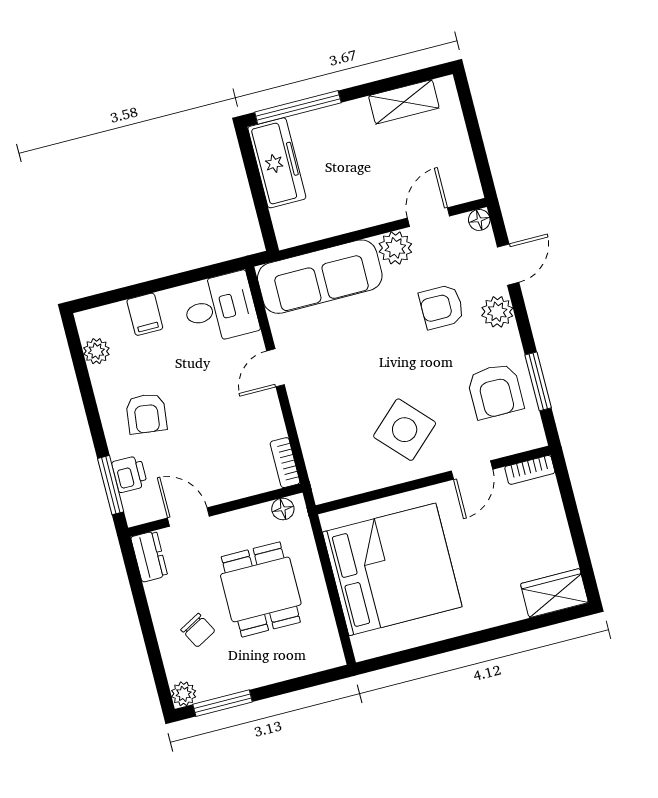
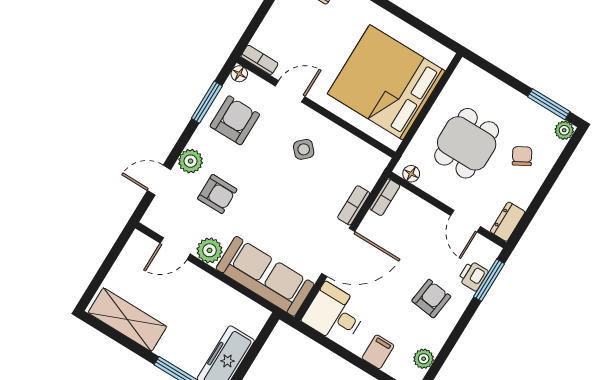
shelving: (404, 102) -> (127, 320), width x1.50, depth x1.33
floor lamp: (479, 220) -> (239, 74), moved
door: (275, 368) -> (338, 252), width x1.88
bookcase: (306, 426) -> (354, 205), added
side table: (405, 430) -> (304, 149), width x0.54, depth x0.54

